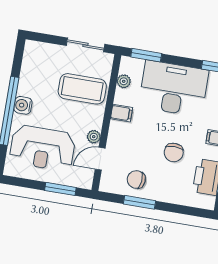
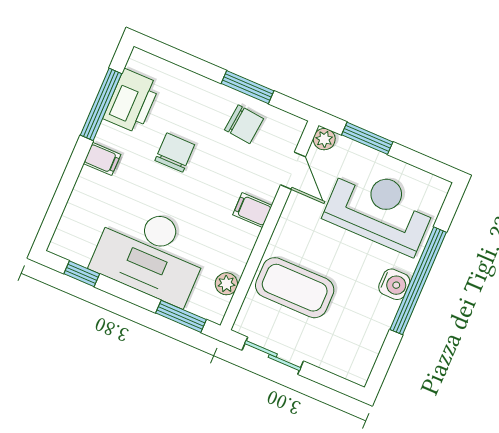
filing cabinet: (122, 113) -> (252, 210), moved
plant: (94, 137) -> (324, 139), moved
door: (100, 159) -> (293, 171), hinge flipped

